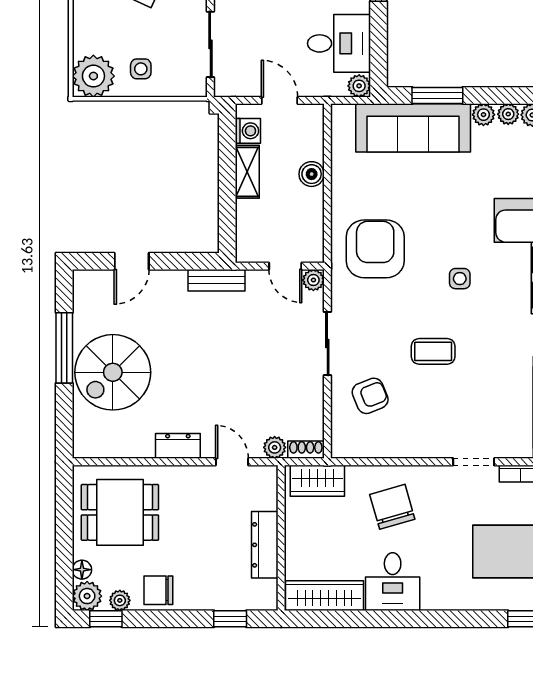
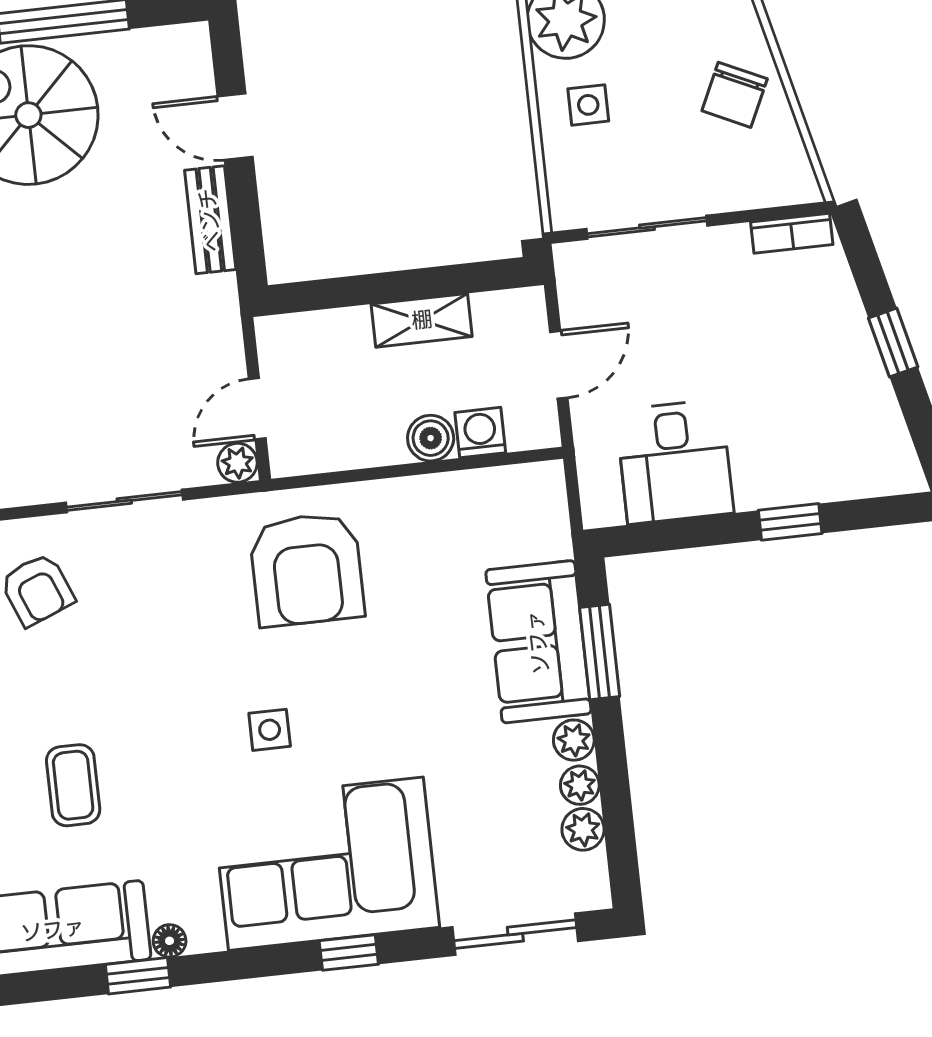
plant: (359, 86) -> (601, 507), removed
sofa: (413, 128) -> (538, 642), width x0.73
washing machine: (248, 131) -> (480, 433), moved, turned 180
armchair: (375, 249) -> (307, 569), turned 90
bench: (216, 280) -> (210, 220), moved
coffee table: (433, 351) -> (73, 785), moved

